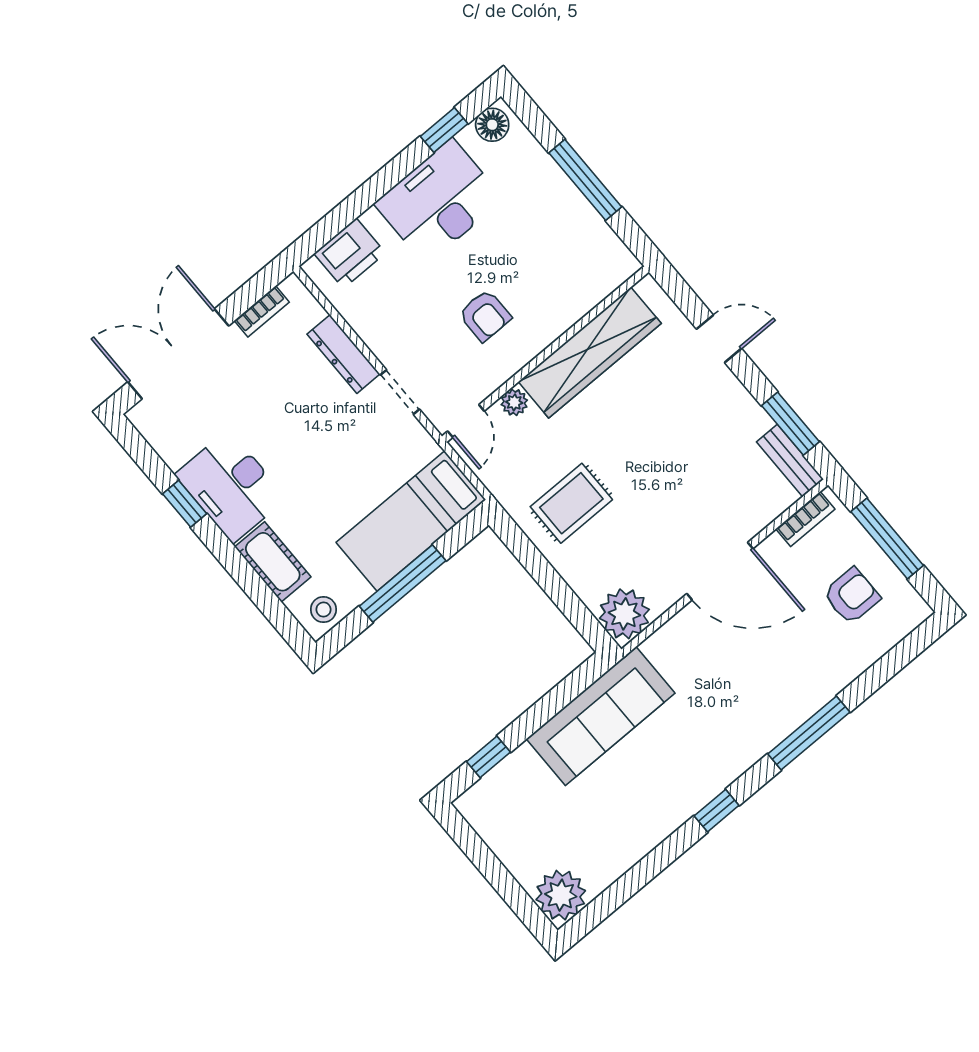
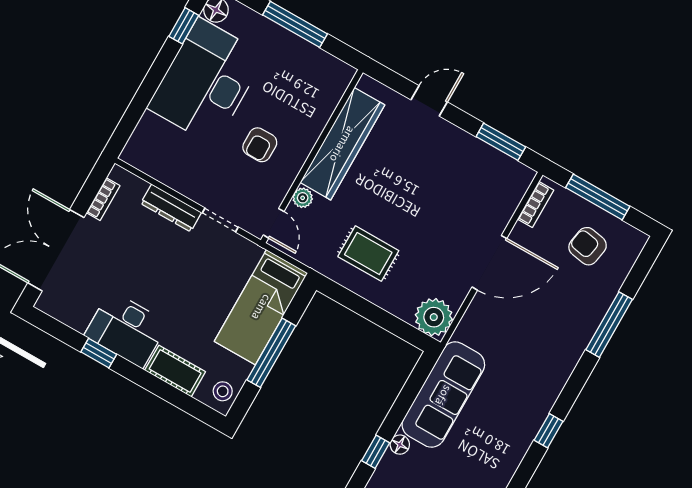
desk: (439, 201) -> (206, 82), width x1.36, depth x1.30
printer: (350, 253) -> (150, 136), removed
armchair: (485, 316) -> (260, 145), turned 90
bench: (790, 461) -> (510, 168), removed
rug: (571, 503) -> (368, 254), turned 90
armchair: (852, 596) -> (588, 246), turned -80
window: (809, 733) -> (609, 325), moved
floor lamp: (522, 759) -> (400, 445), added

